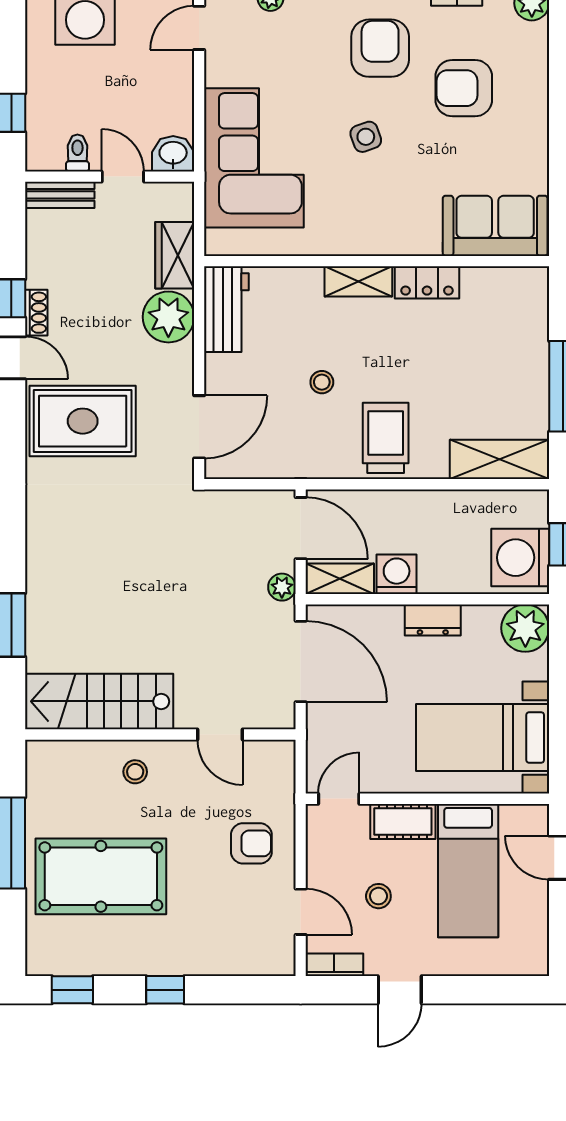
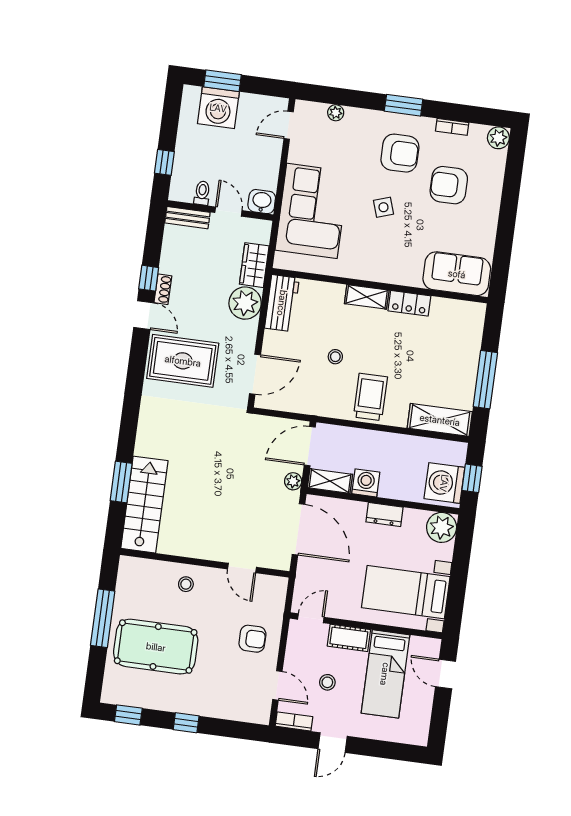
armchair: (380, 48) -> (400, 153), turned 90
door: (301, 528) -> (310, 446), swing flipped
stairs: (99, 701) -> (144, 505), moved, turned 90

